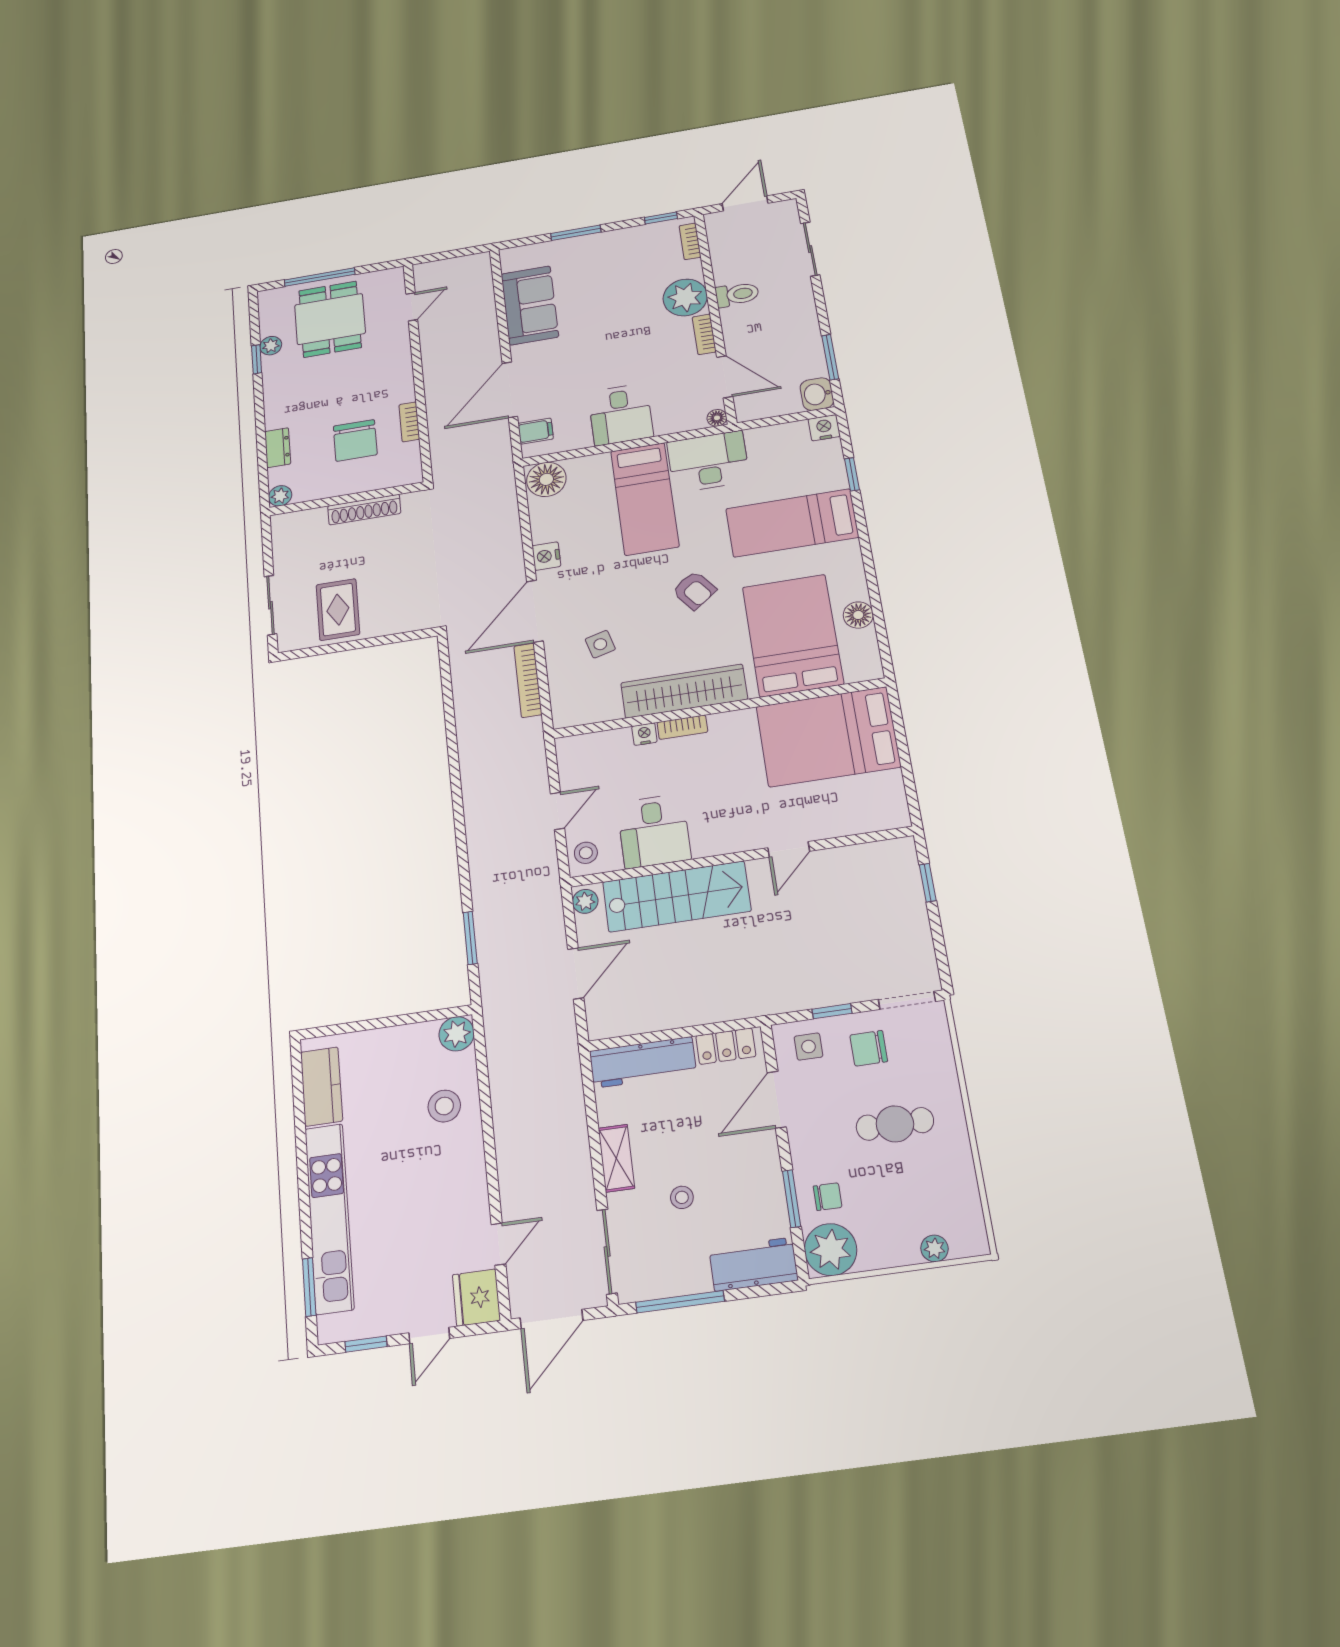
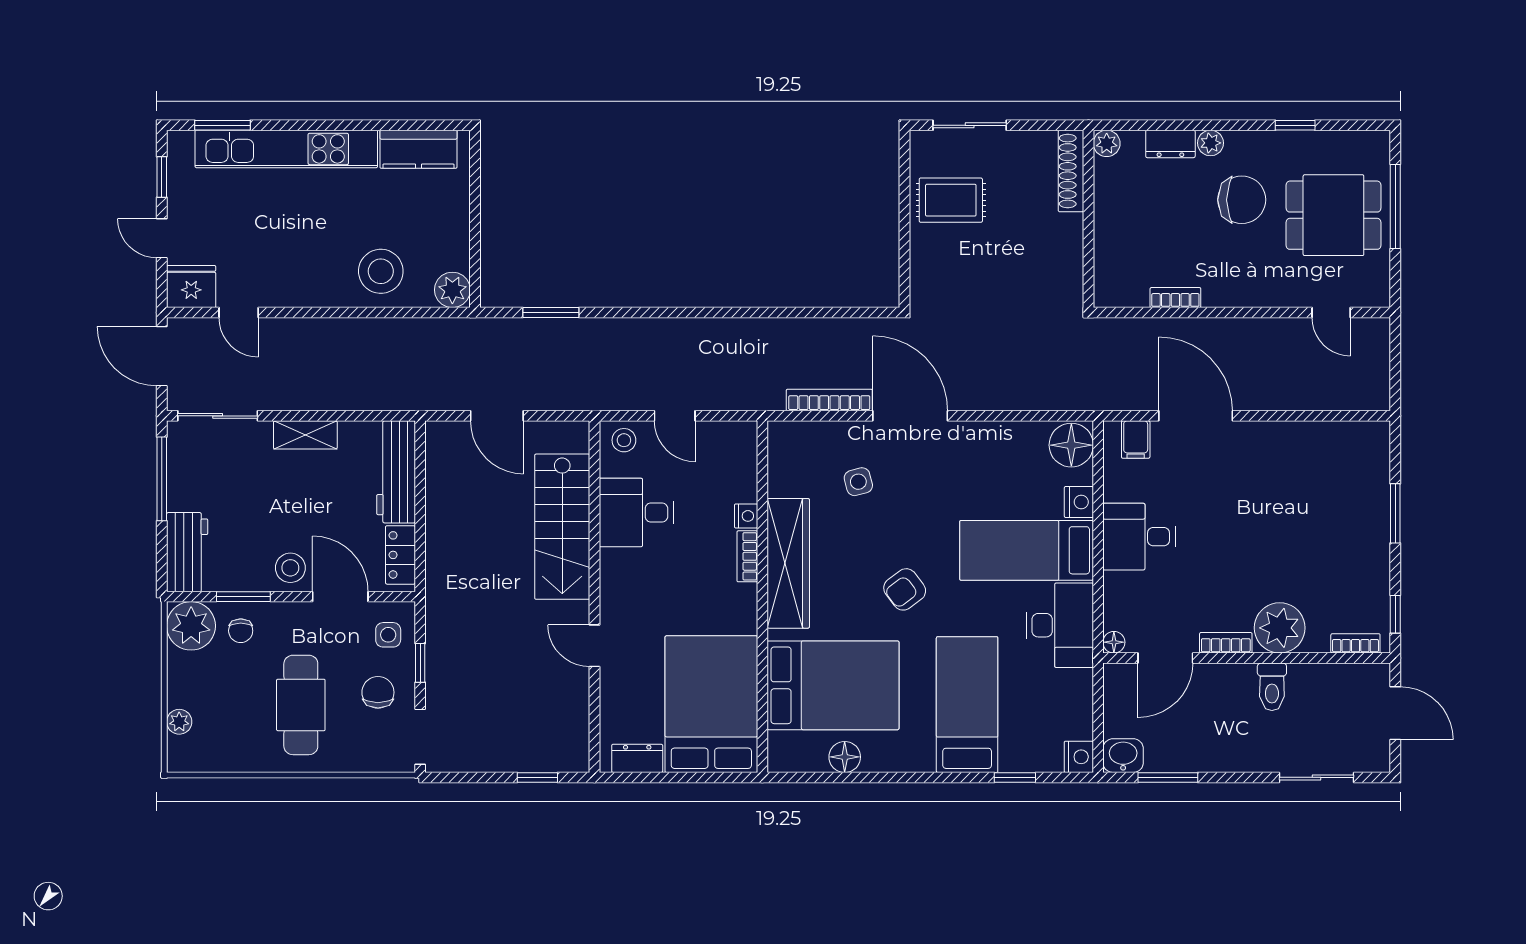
sofa: (530, 305) -> (1305, 450), removed
plant: (271, 346) -> (1210, 143), moved
chair: (355, 440) -> (1242, 200), moved, turned 180
shoe rack: (364, 510) -> (1071, 171), moved
nightstand: (546, 556) -> (1079, 502), moved, turned 90
dresser: (892, 794) -> (637, 758), added
plant: (585, 901) -> (572, 434), removed
stool: (444, 1106) -> (381, 271), width x1.38, depth x1.38
cafe table: (895, 1124) -> (301, 705), width x1.37, depth x1.35
stool: (682, 1197) -> (290, 568), moved, width x1.37, depth x1.37

